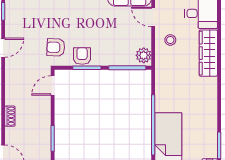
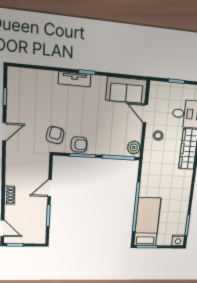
armchair: (56, 47) -> (55, 135), turned 99
armchair: (82, 56) -> (79, 145), turned 90
door: (53, 85) -> (50, 188), moved

